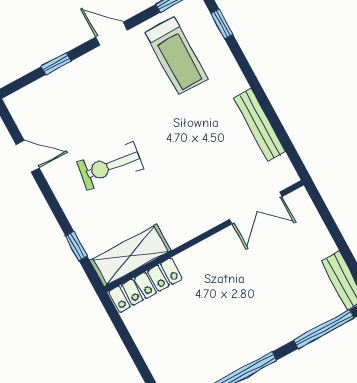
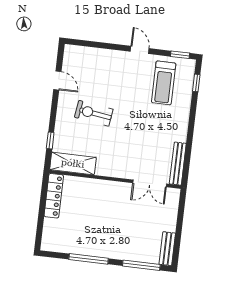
window: (56, 64) -> (103, 46), removed
bench: (260, 125) -> (178, 164), moved
locker: (145, 285) -> (54, 196), moved, turned -90

